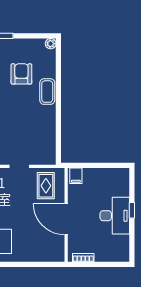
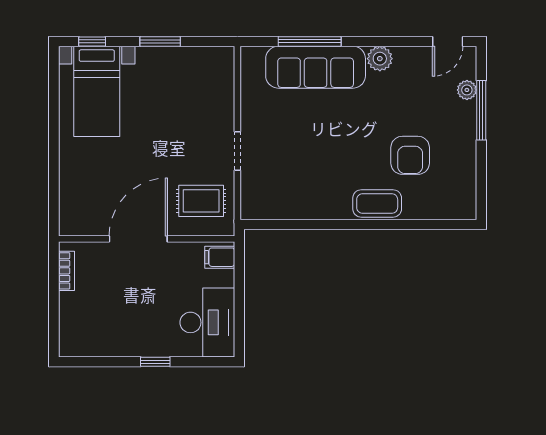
plant: (51, 44) -> (467, 210), removed
armchair: (21, 74) -> (410, 155), turned 90
desk: (115, 216) -> (207, 322), moved, turned -90

